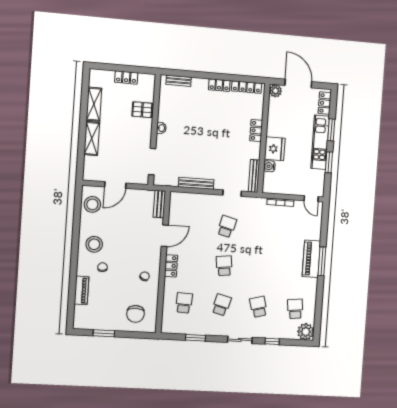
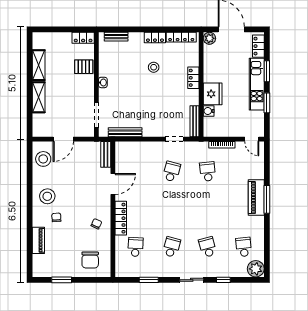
locker: (126, 77) -> (83, 38), moved
stool: (216, 116) -> (154, 67), added
bench: (196, 183) -> (125, 132), moved
locker: (171, 266) -> (121, 218), width x1.53
school desk: (224, 266) -> (208, 171), moved

